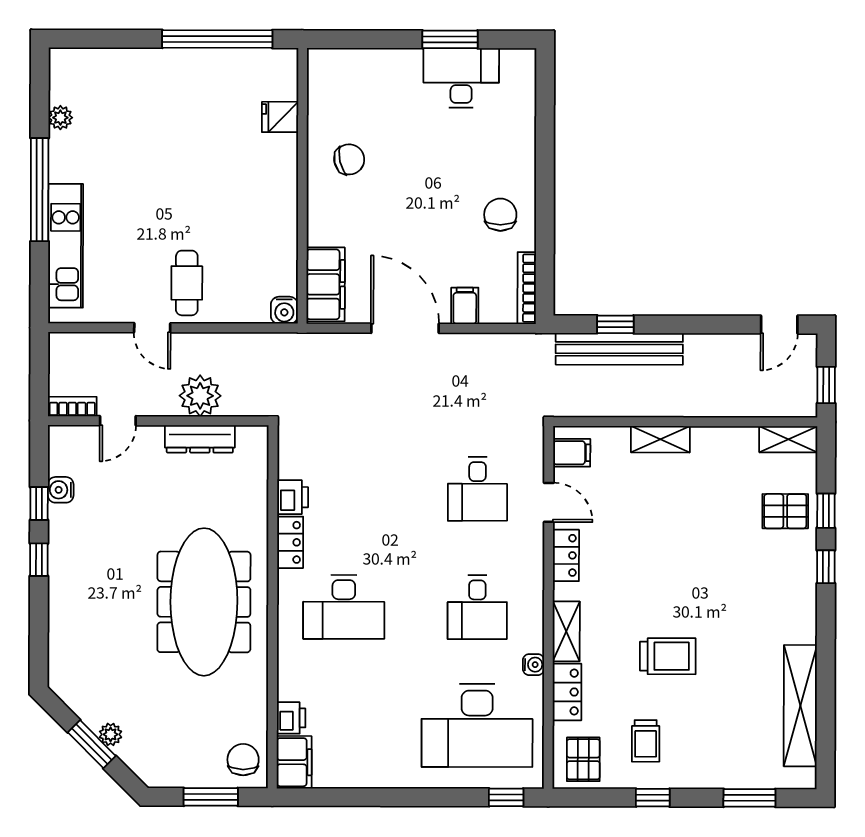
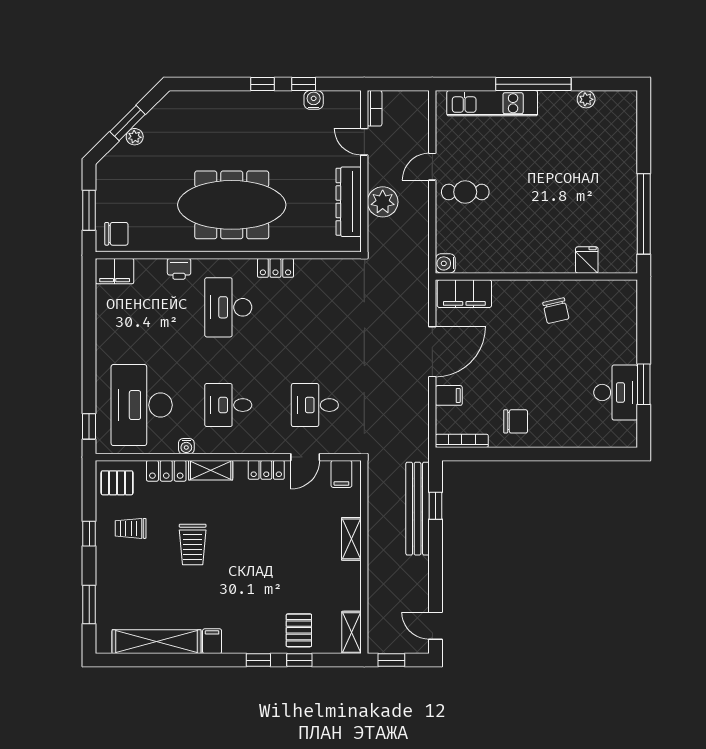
dresser: (200, 439) -> (349, 202), width x1.37, depth x1.24
printer: (293, 497) -> (309, 270), removed
filing cabinet: (800, 630) -> (212, 641), added
printer: (291, 718) -> (179, 269), moved

